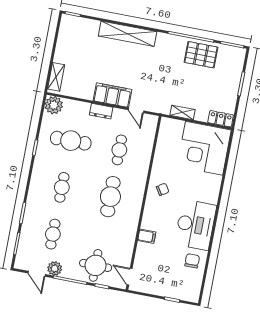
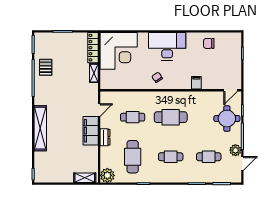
pallet: (201, 55) -> (46, 67), width x0.67, depth x0.71
locker: (221, 119) -> (93, 48), width x1.53
desk: (195, 225) -> (167, 46), moved

